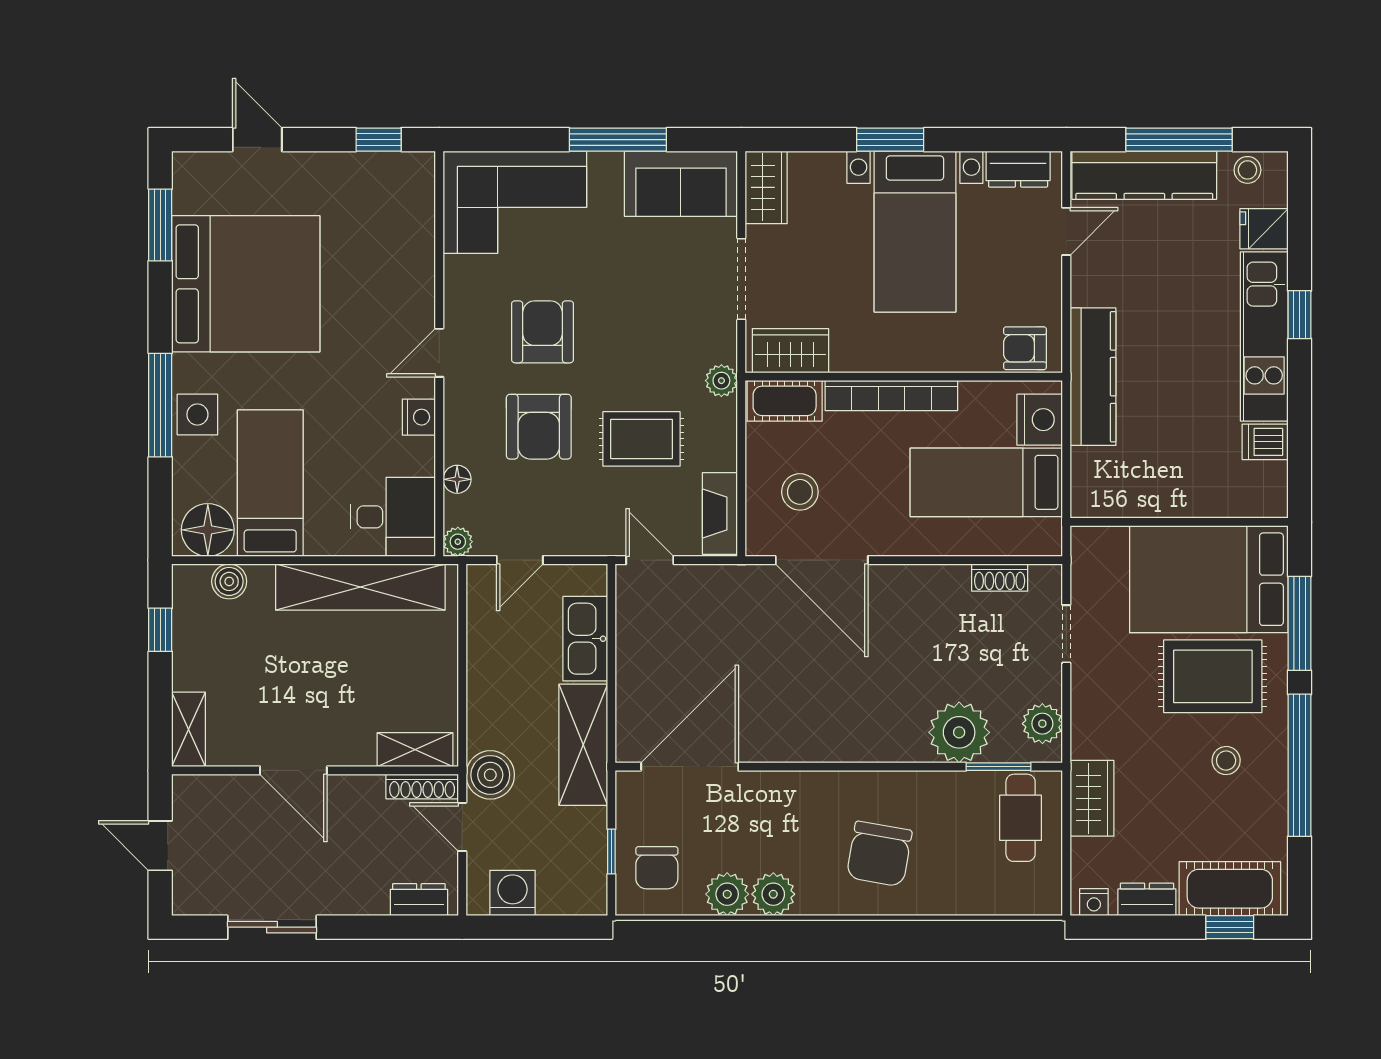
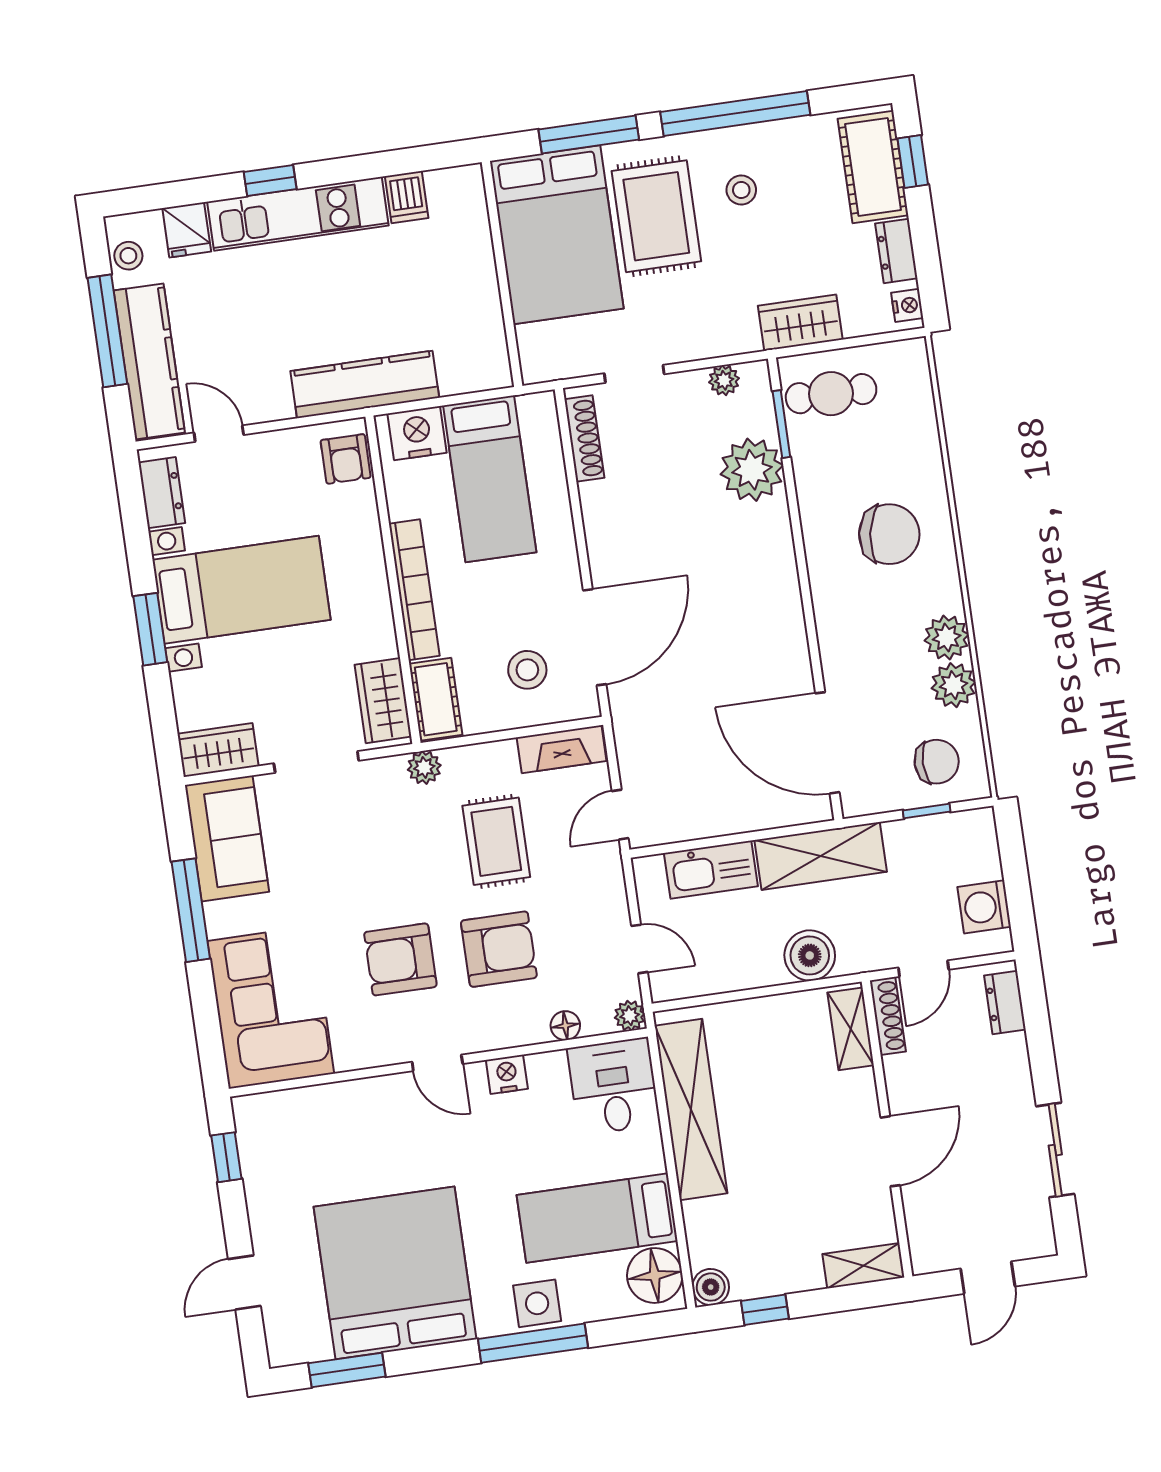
shoe rack: (1000, 578) -> (584, 439), width x1.43
boiler: (229, 581) -> (711, 1287), moved
plant: (1042, 724) -> (724, 380), width x0.73, depth x0.73
boiler: (490, 775) -> (810, 955), moved

